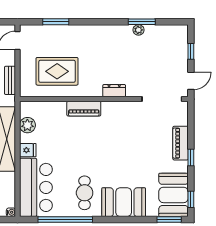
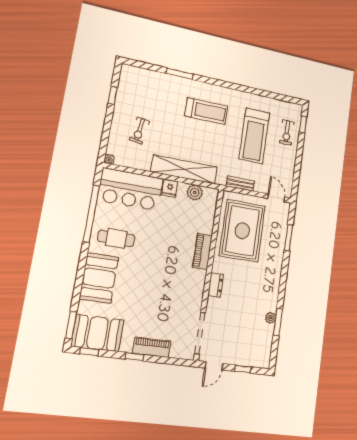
rug: (57, 71) -> (242, 231), width x1.37, depth x1.44
door: (191, 81) -> (214, 366), hinge flipped

